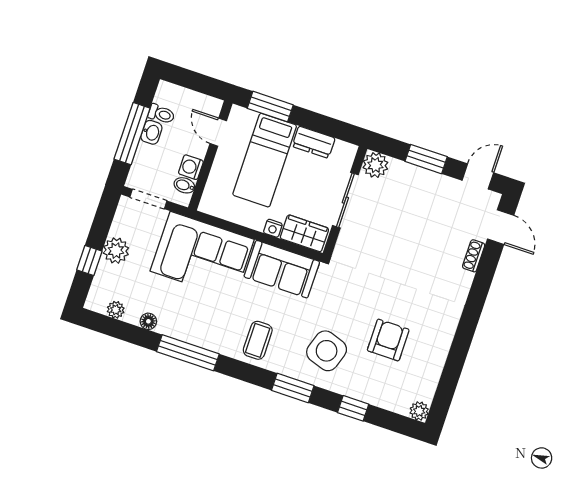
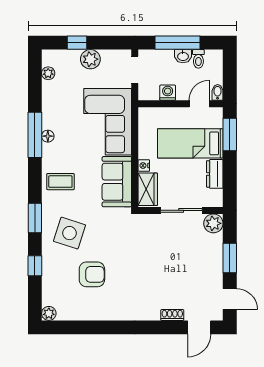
bidet: (184, 185) -> (218, 92), moved
floor lamp: (148, 321) -> (48, 136), moved

